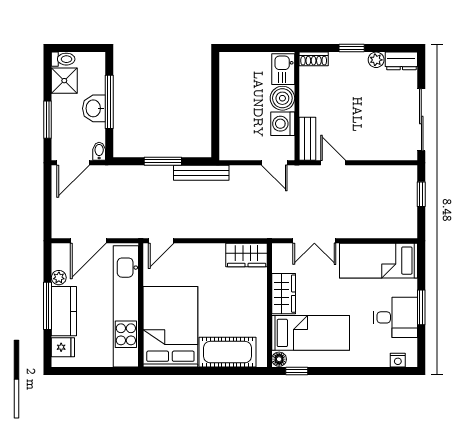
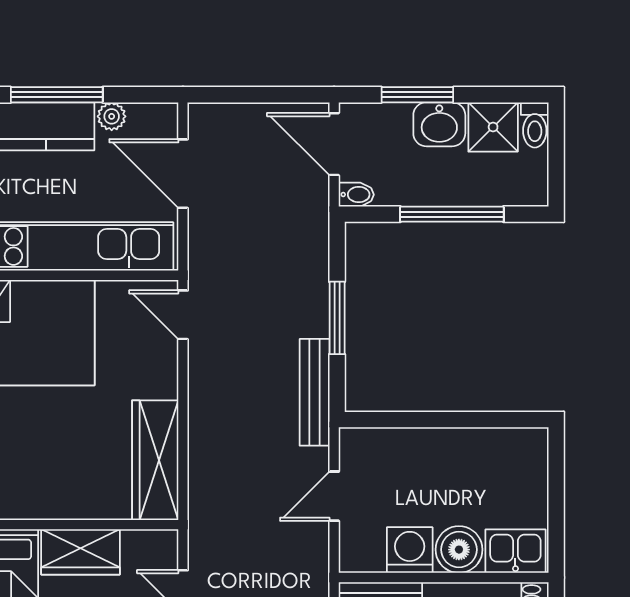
washbasin: (94, 108) -> (439, 124), moved, turned 180
door: (274, 163) -> (334, 496), moved
wardrobe: (247, 255) -> (155, 460), width x1.50

